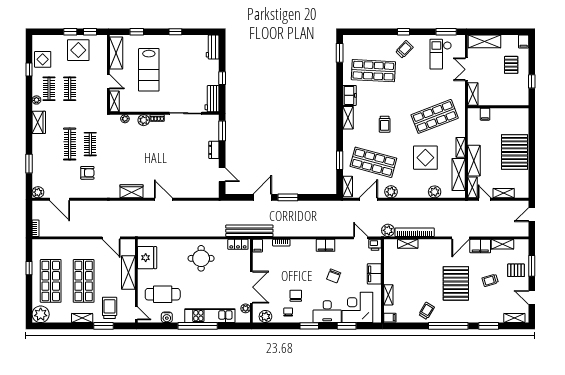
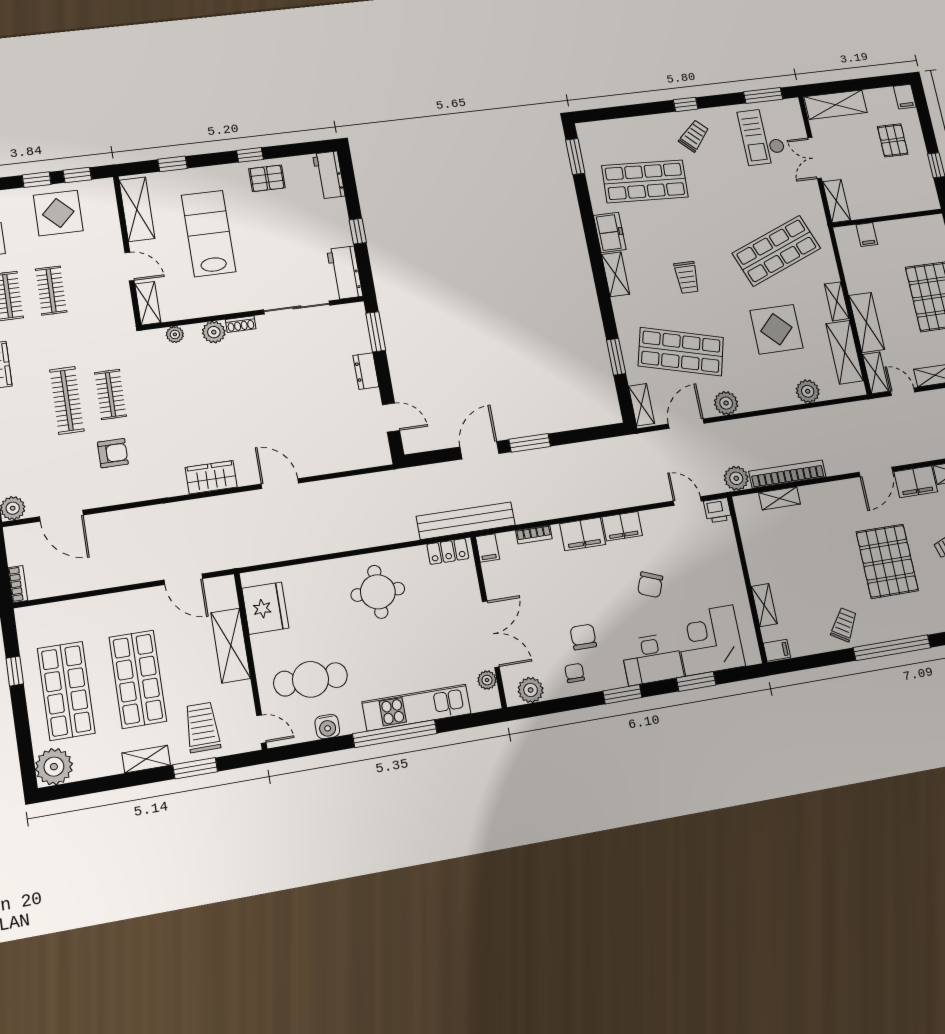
pallet: (182, 45) -> (267, 178), added
lab bench: (149, 70) -> (209, 233), turned 180
filing cabinet: (374, 274) -> (583, 534), moved, turned -90

